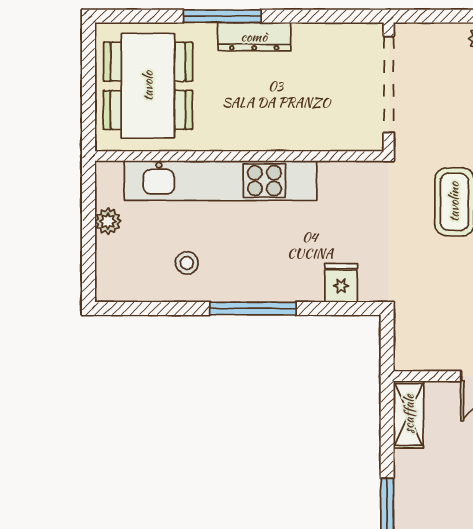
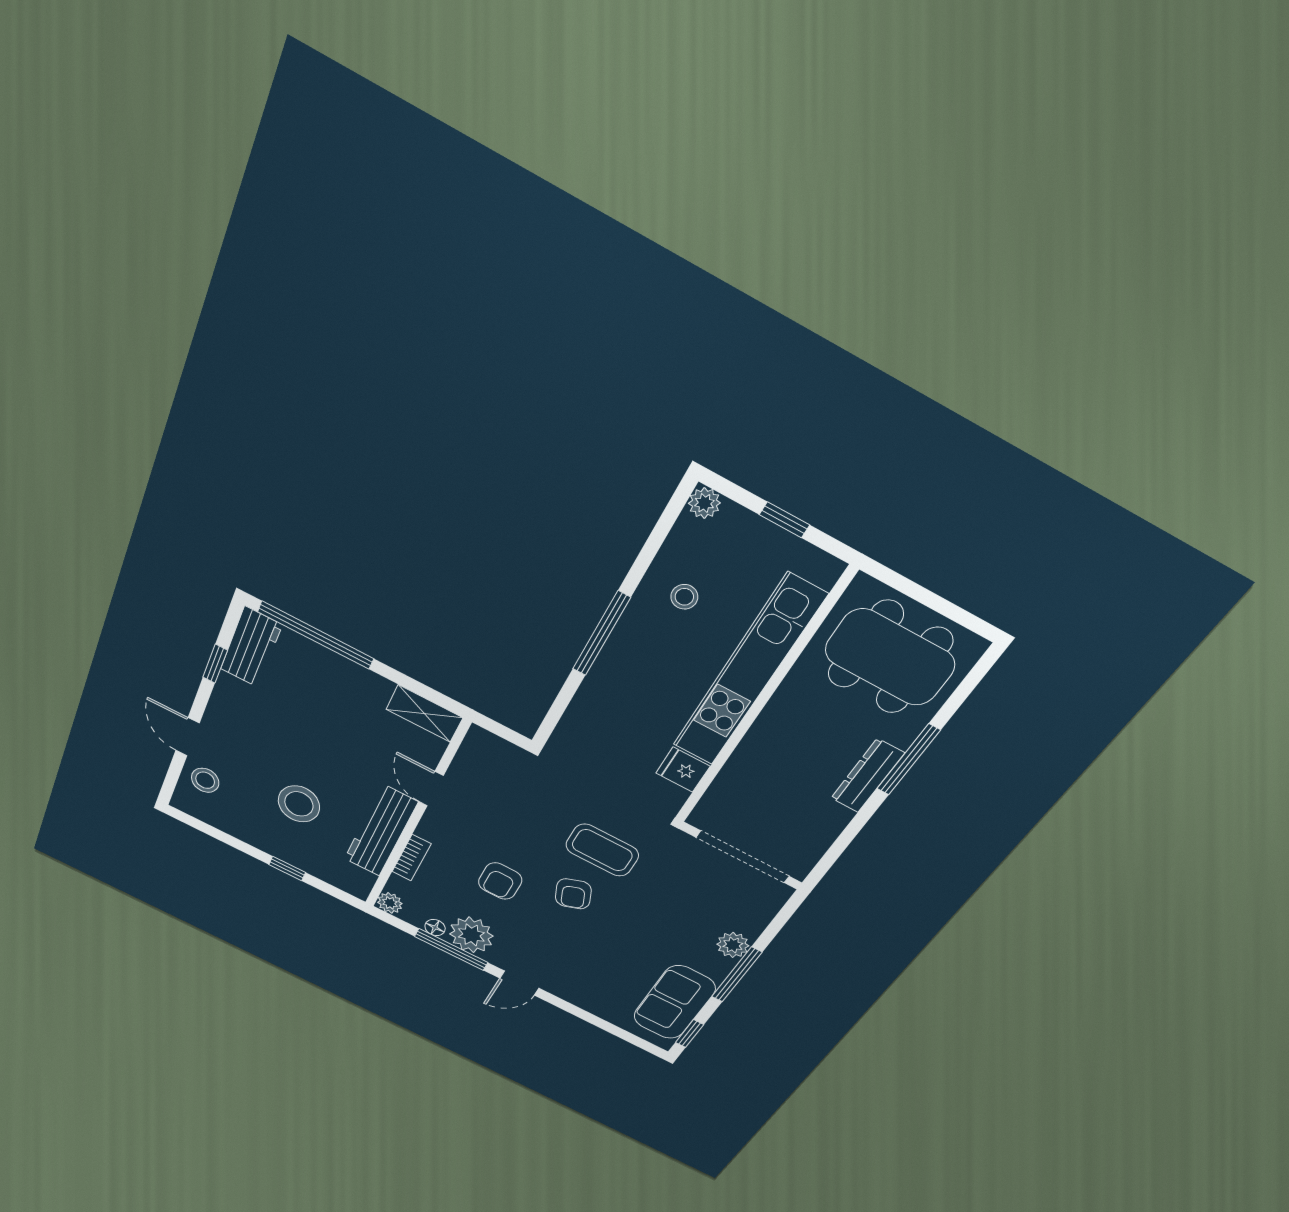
plant: (108, 221) -> (704, 503), moved
window: (88, 226) -> (785, 520), added
fridge: (341, 283) -> (683, 770), moved, turned 180

